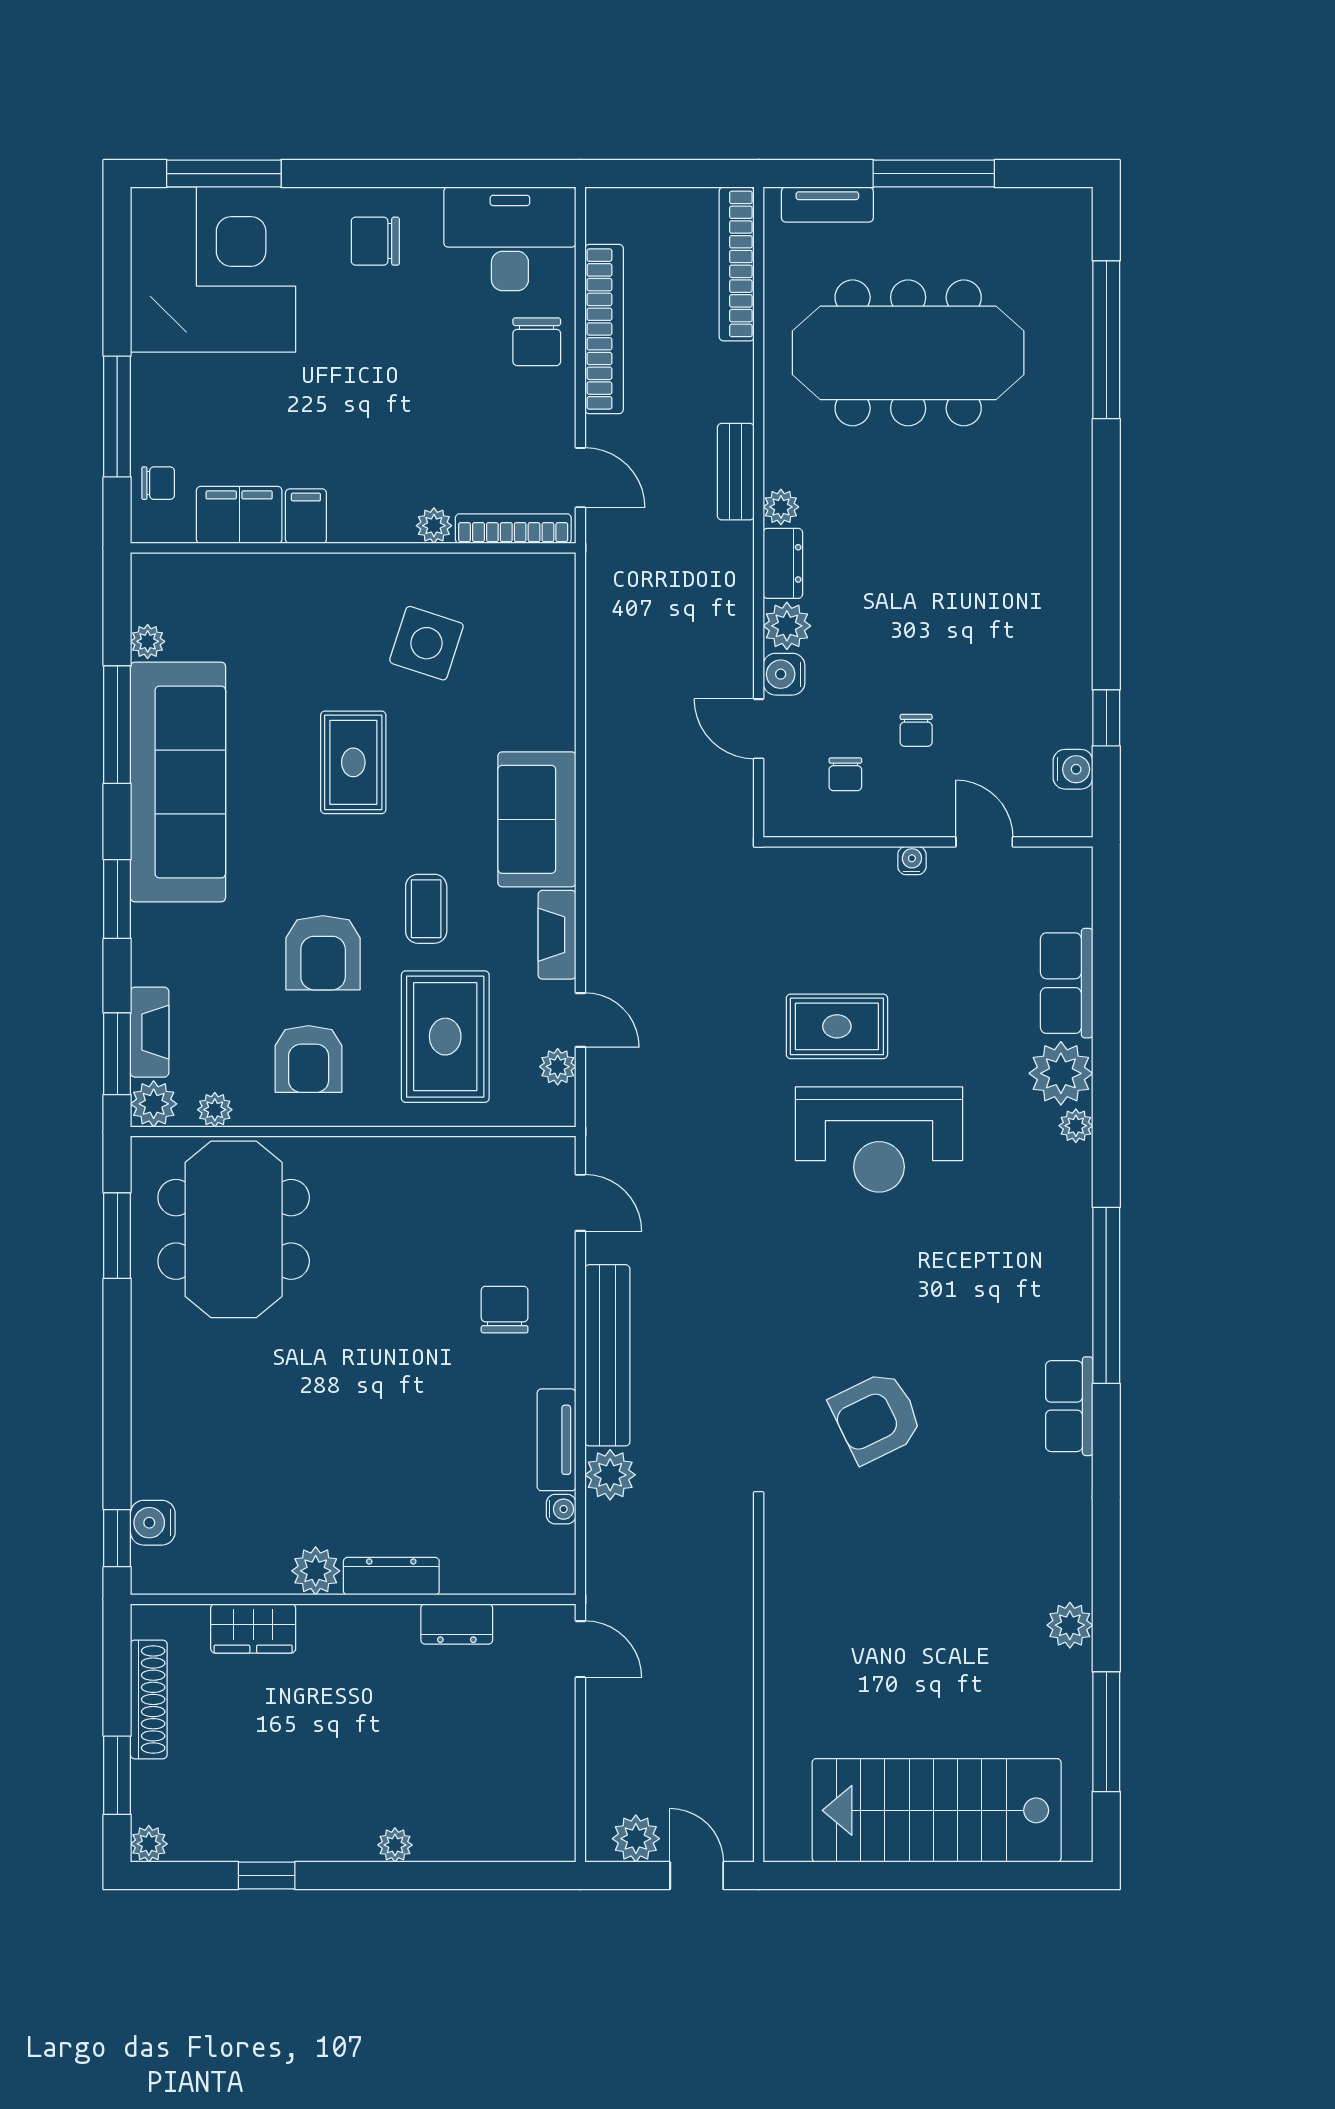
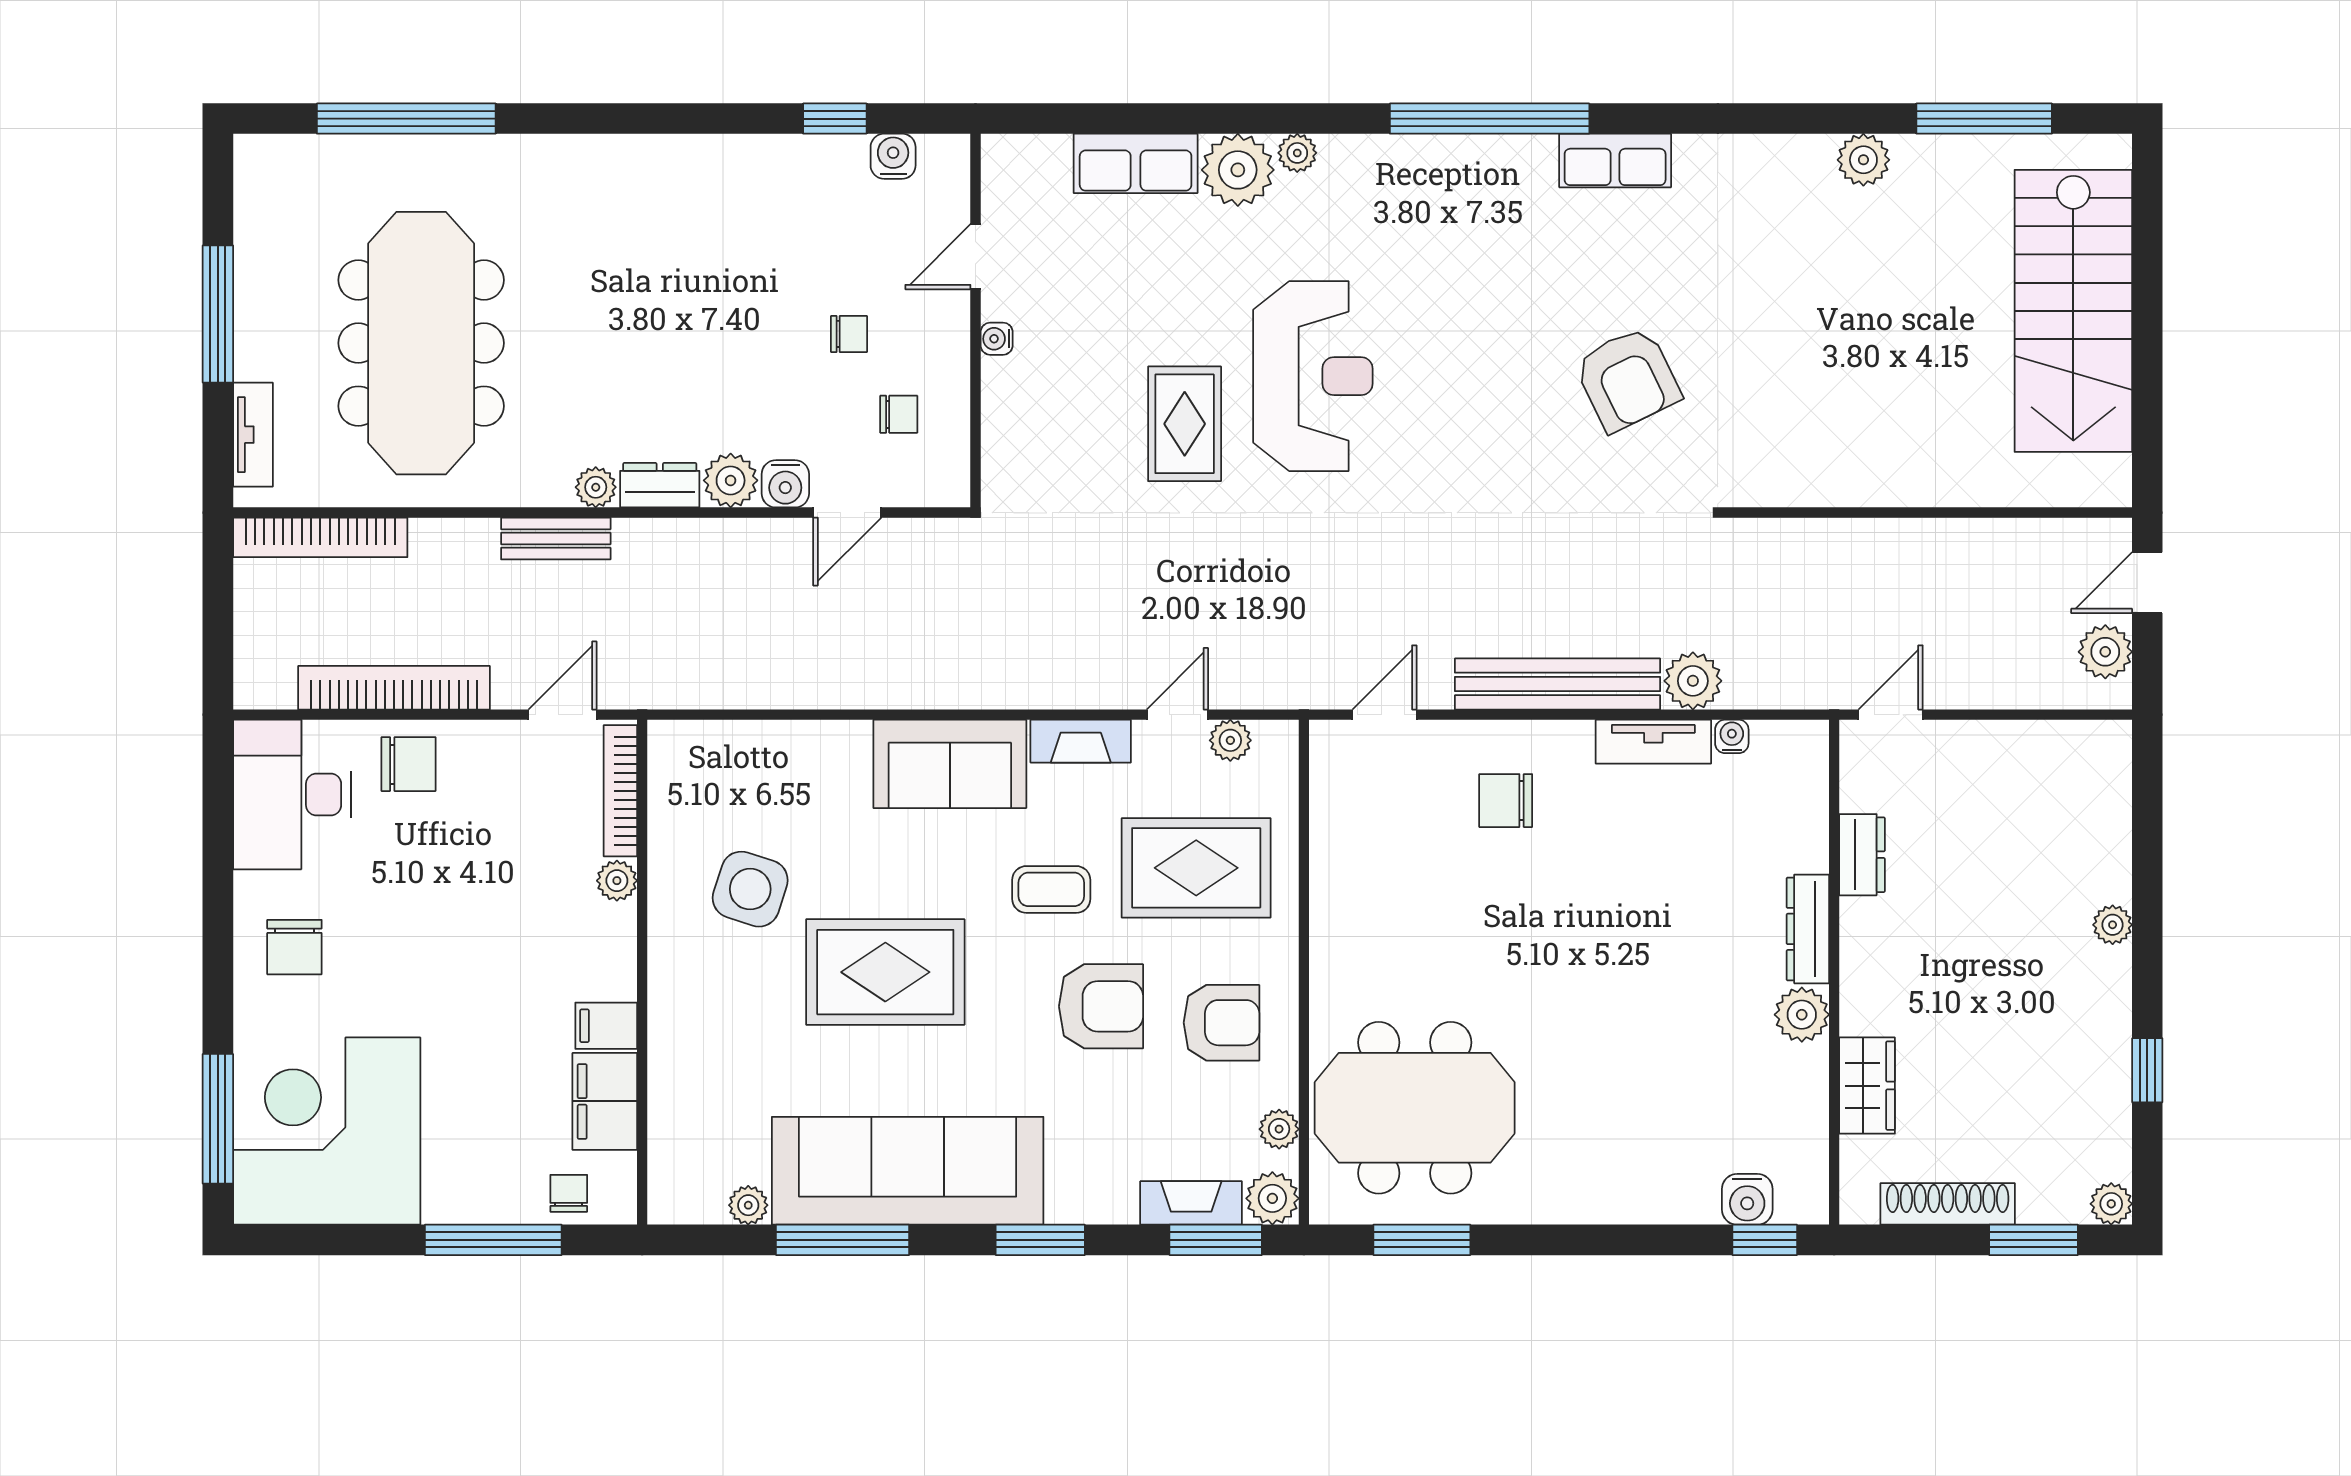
rug: (353, 762) -> (885, 972), width x1.36, depth x1.43

